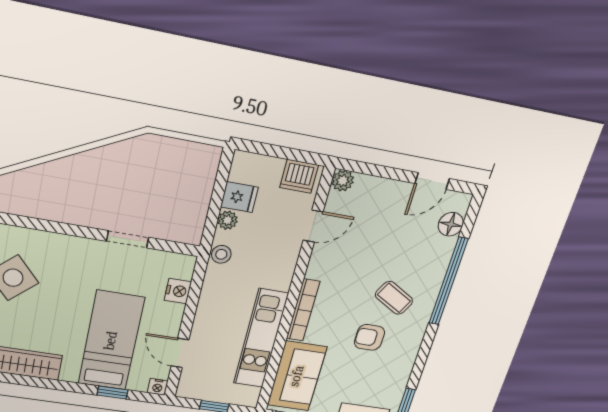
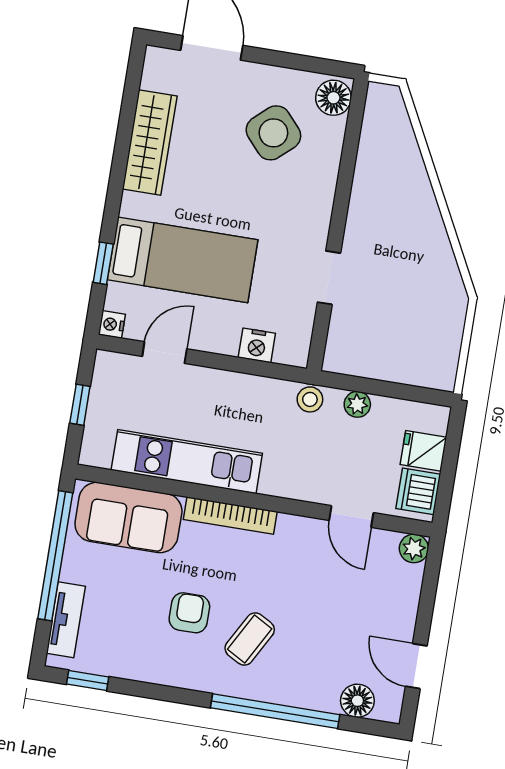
fridge: (239, 197) -> (423, 451), moved, turned 90

